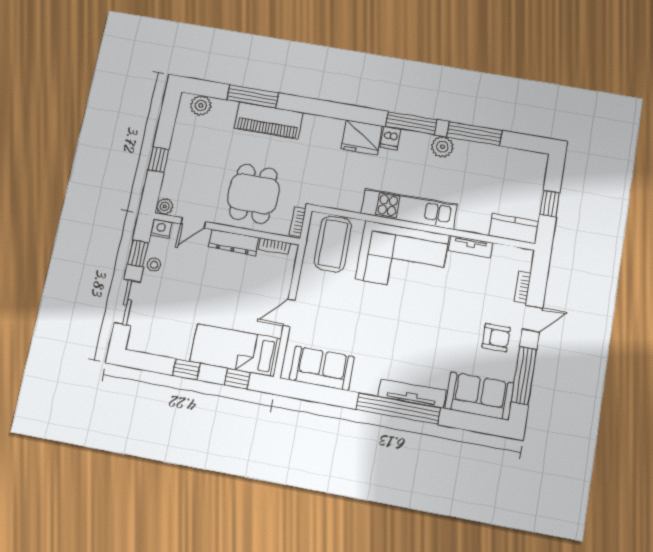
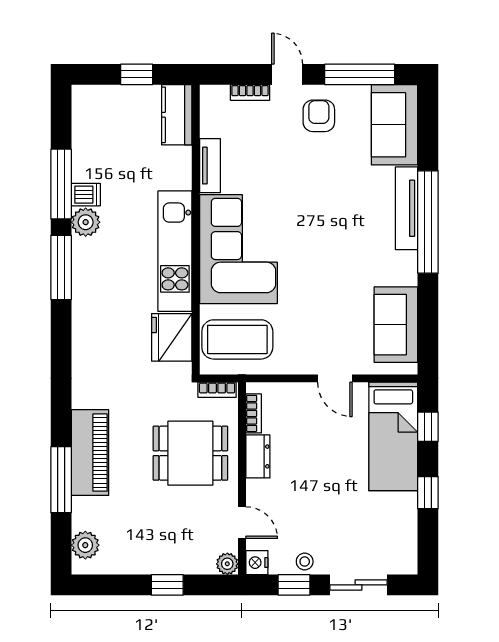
fridge: (362, 137) -> (172, 337), moved, turned 180
dishwasher: (390, 138) -> (86, 195), moved
dresser: (234, 242) -> (258, 456), width x0.70

